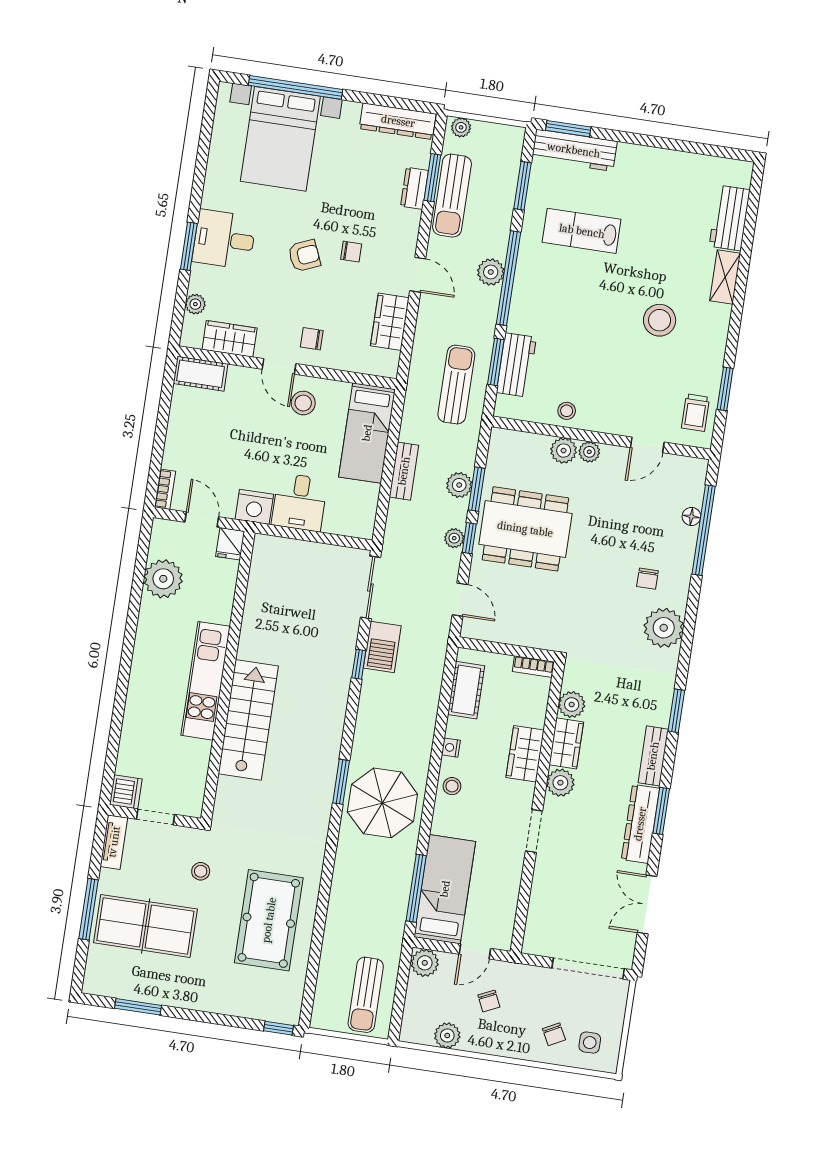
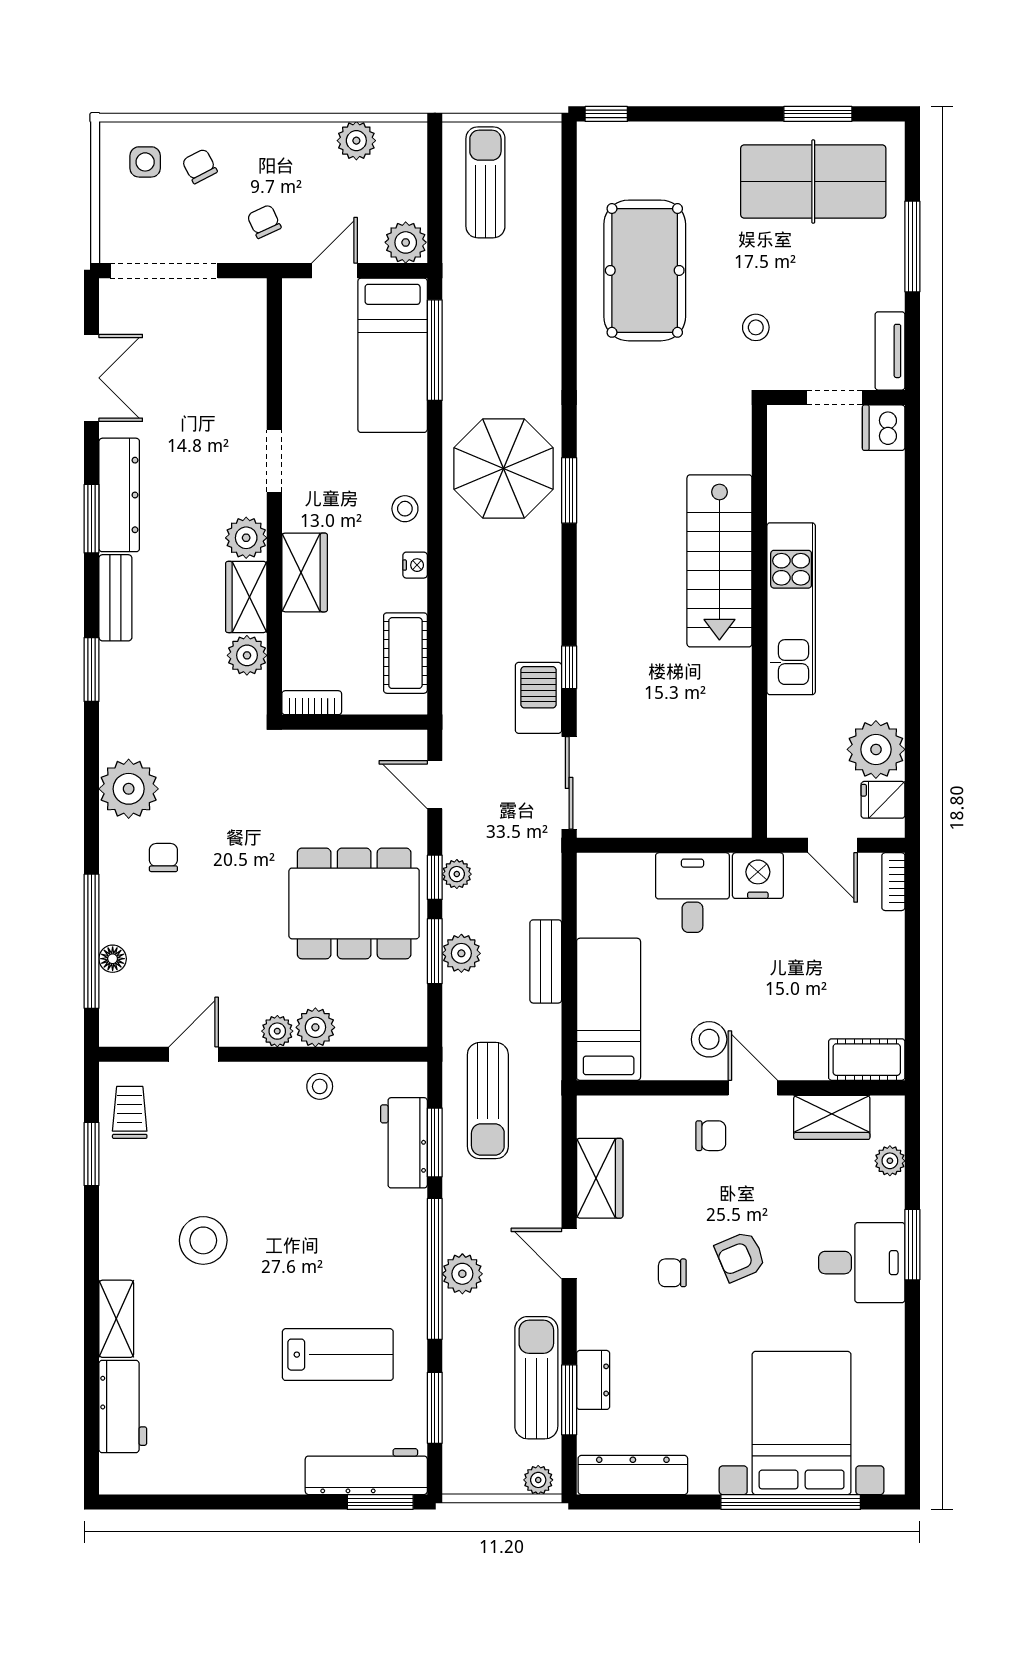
fridge: (230, 544) -> (883, 800), moved, turned -90
table tennis table: (145, 926) -> (813, 182), moved
chair: (489, 1001) -> (264, 221), moved

